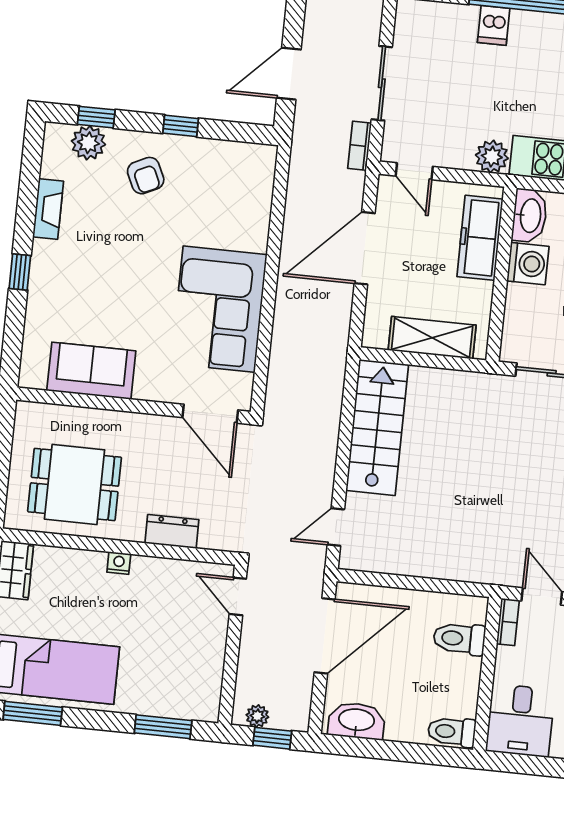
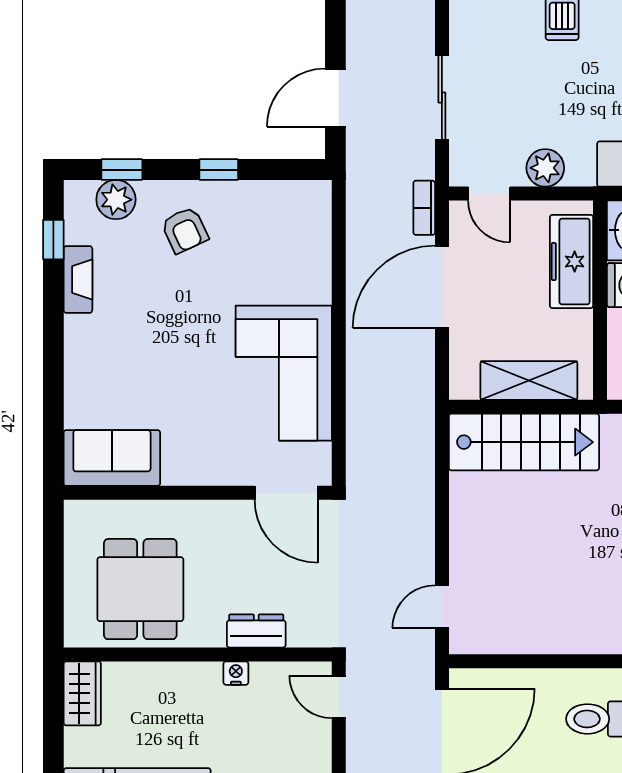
bookcase: (360, 146) -> (424, 208), moved
plant: (492, 157) -> (545, 168), moved
window: (20, 272) -> (53, 240), moved
sofa: (91, 371) -> (112, 458), moved
stairs: (377, 427) -> (524, 442), moved, turned 90
dining table: (75, 485) -> (140, 589), turned 90
nightstand: (119, 563) -> (236, 673), moved

